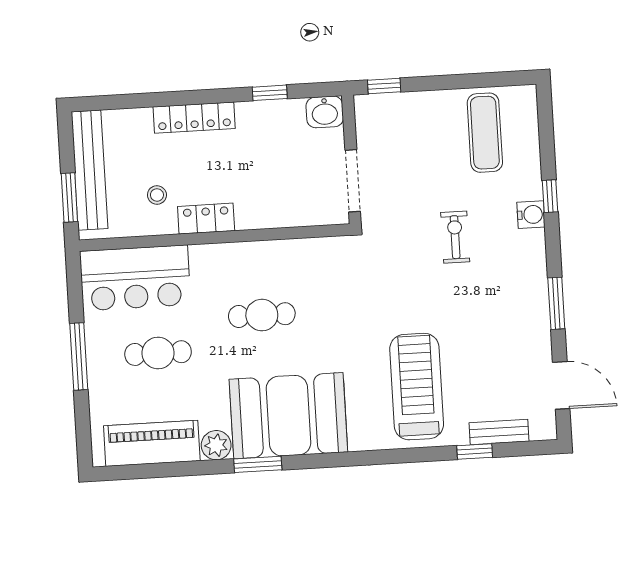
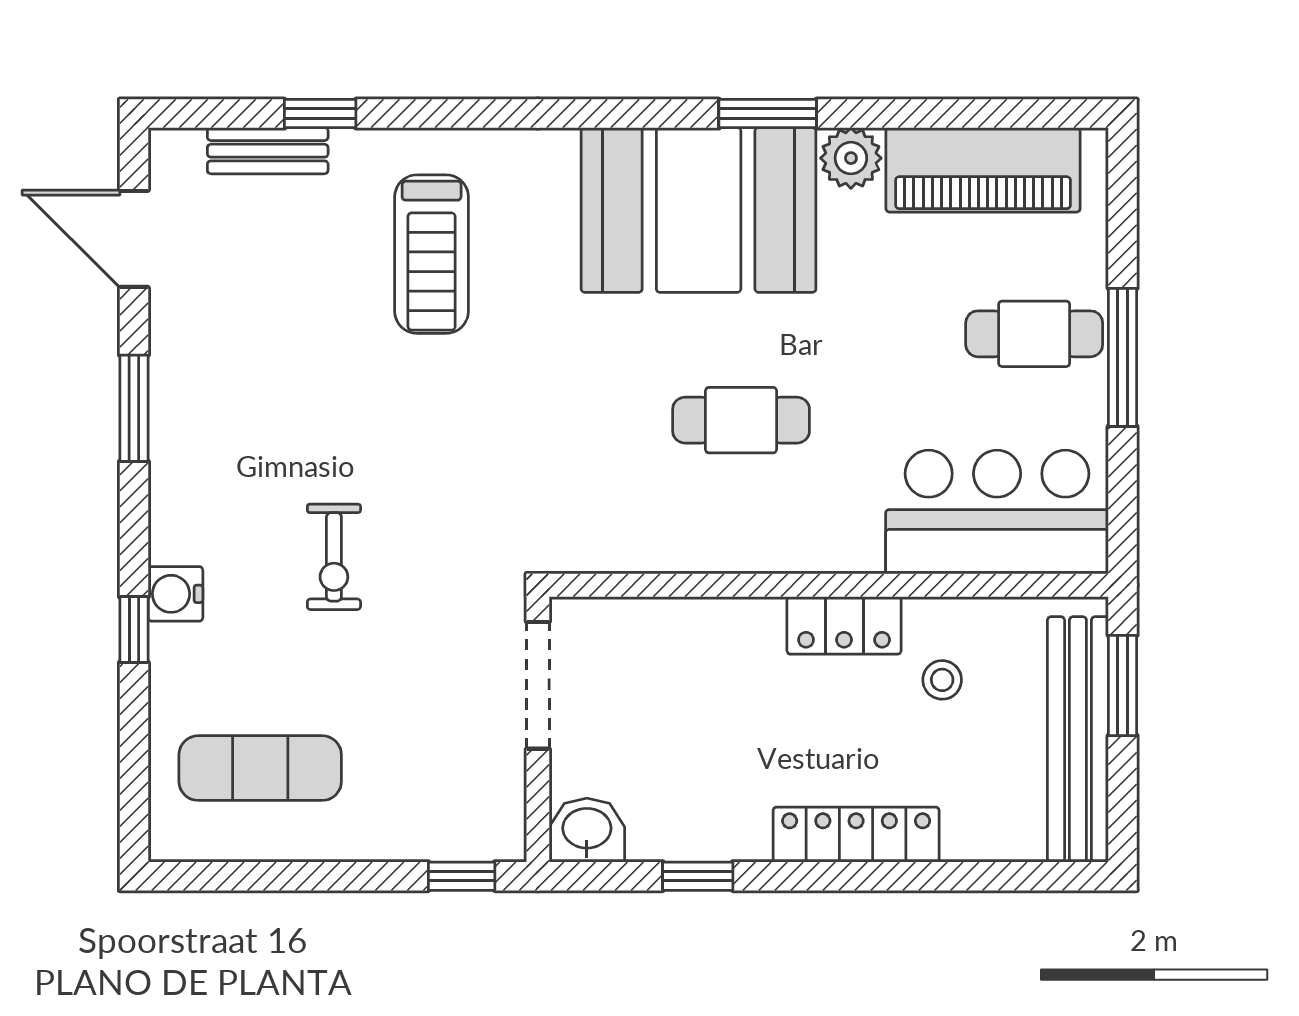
exercise mat: (485, 133) -> (260, 768), turned 90
cafe table: (158, 353) -> (1034, 334), moved
treadmill: (417, 387) -> (432, 254), width x0.73, depth x0.73

